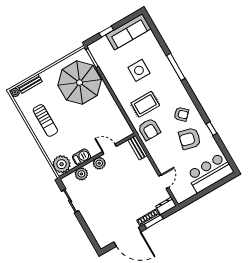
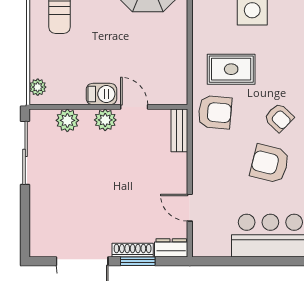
armchair: (149, 129) -> (215, 112), turned -85
barbecue: (81, 157) -> (101, 94), moved
plant: (62, 164) -> (38, 87), width x0.53, depth x0.53
door: (164, 182) -> (190, 208), swing flipped
sliding door: (70, 201) -> (25, 153), width x1.37

